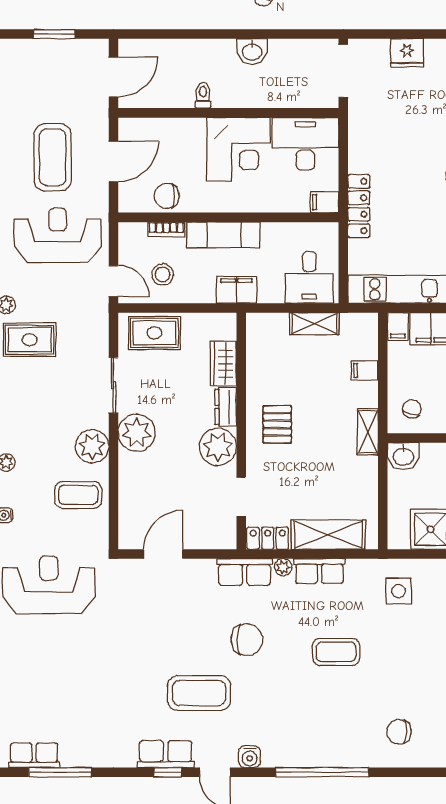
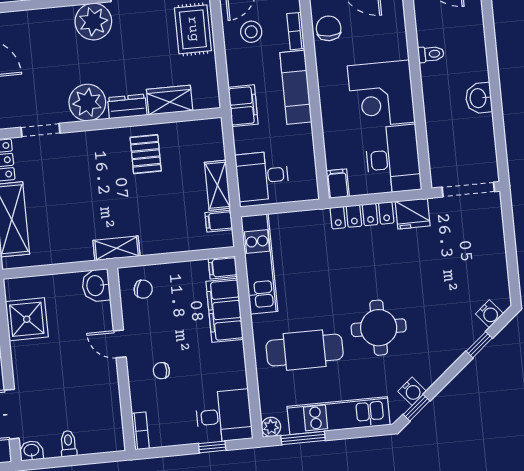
fridge: (407, 53) -> (413, 214), moved, turned -90
locker: (359, 206) -> (362, 215), moved
filing cabinet: (365, 370) -> (219, 221), moved, turned -90
pallet: (277, 424) -> (146, 154), moved, turned 90

